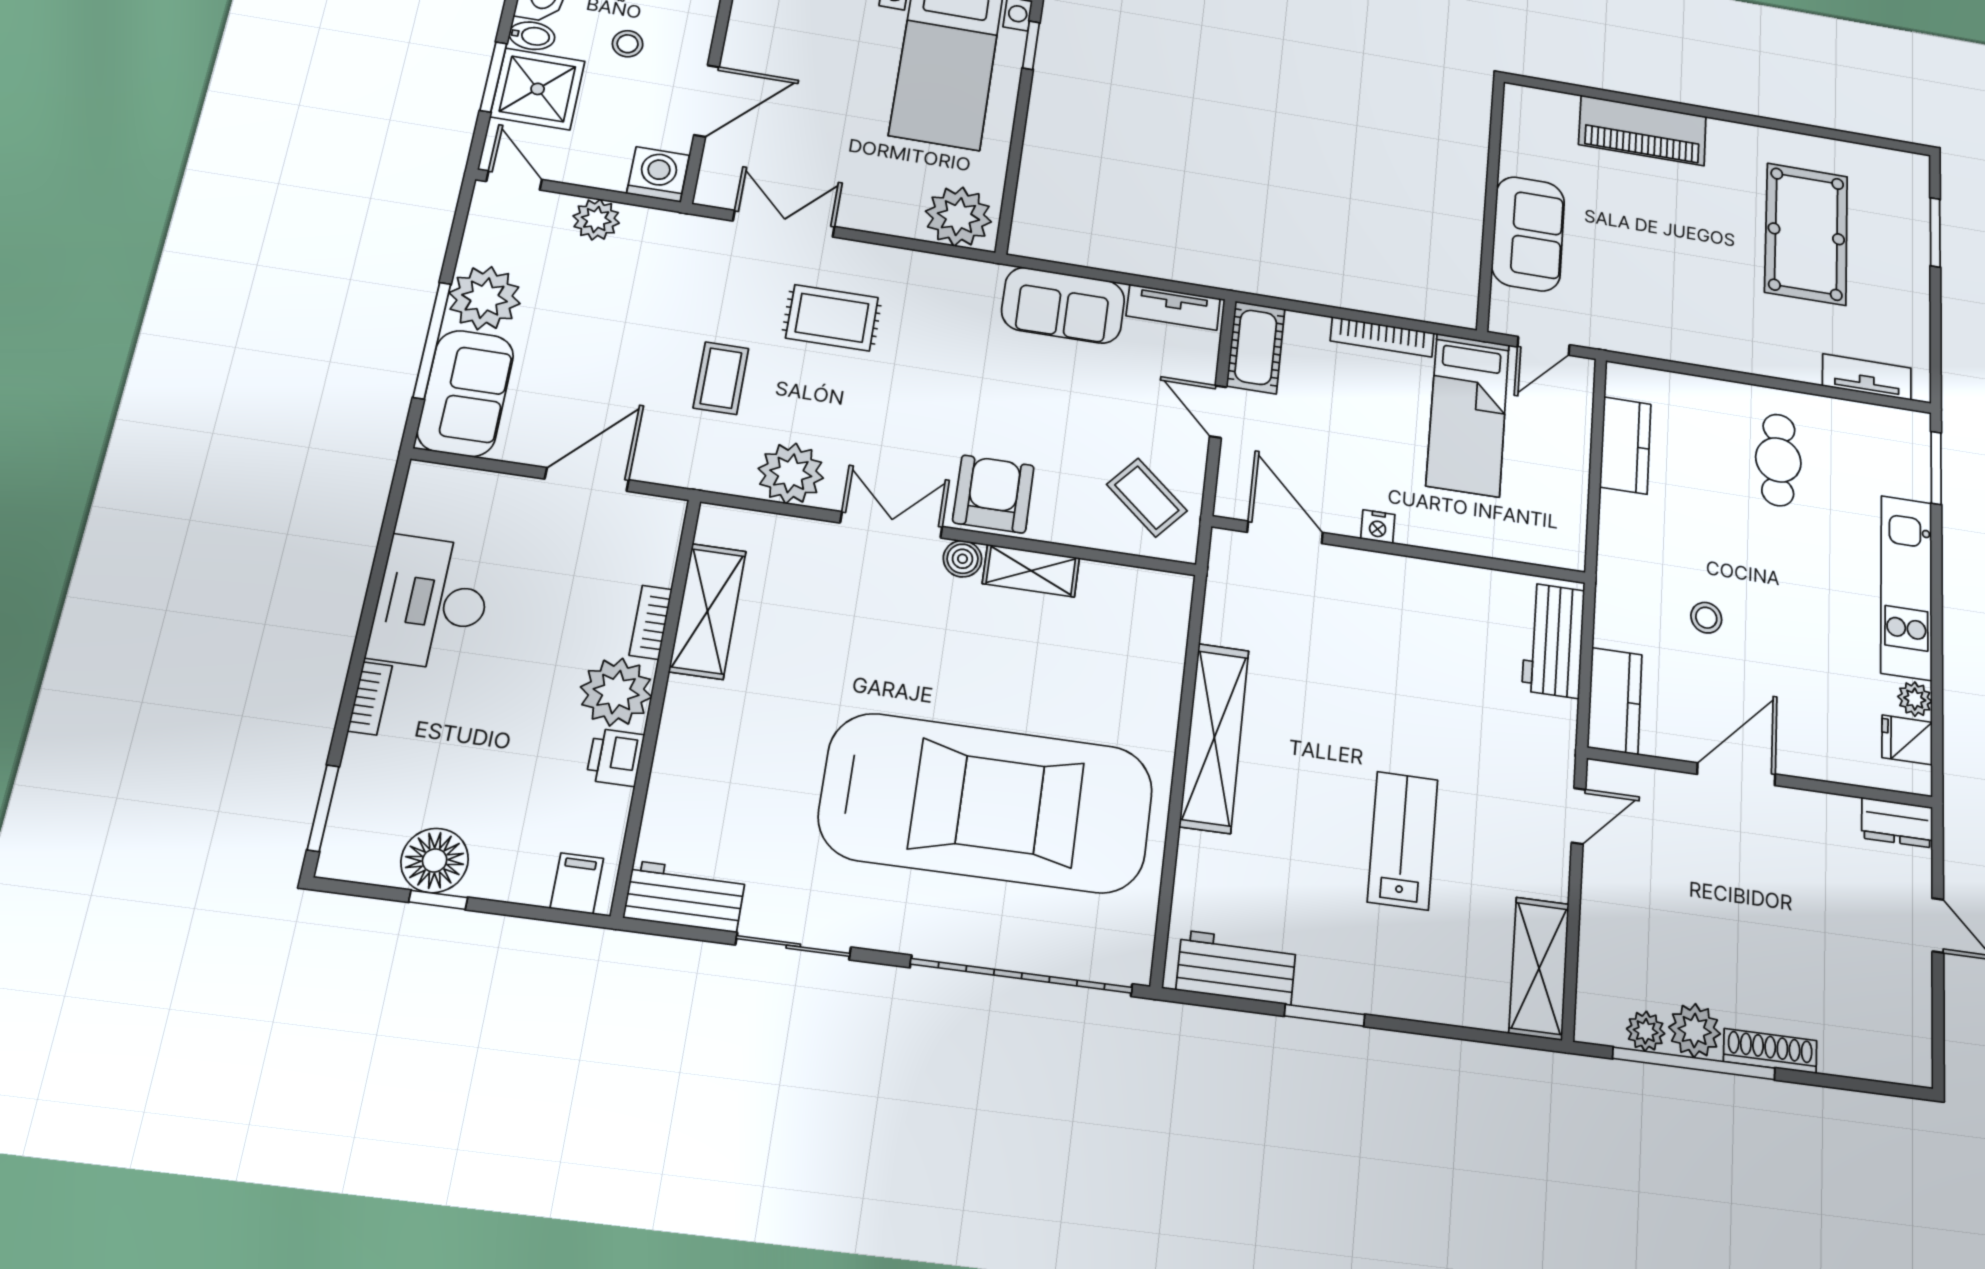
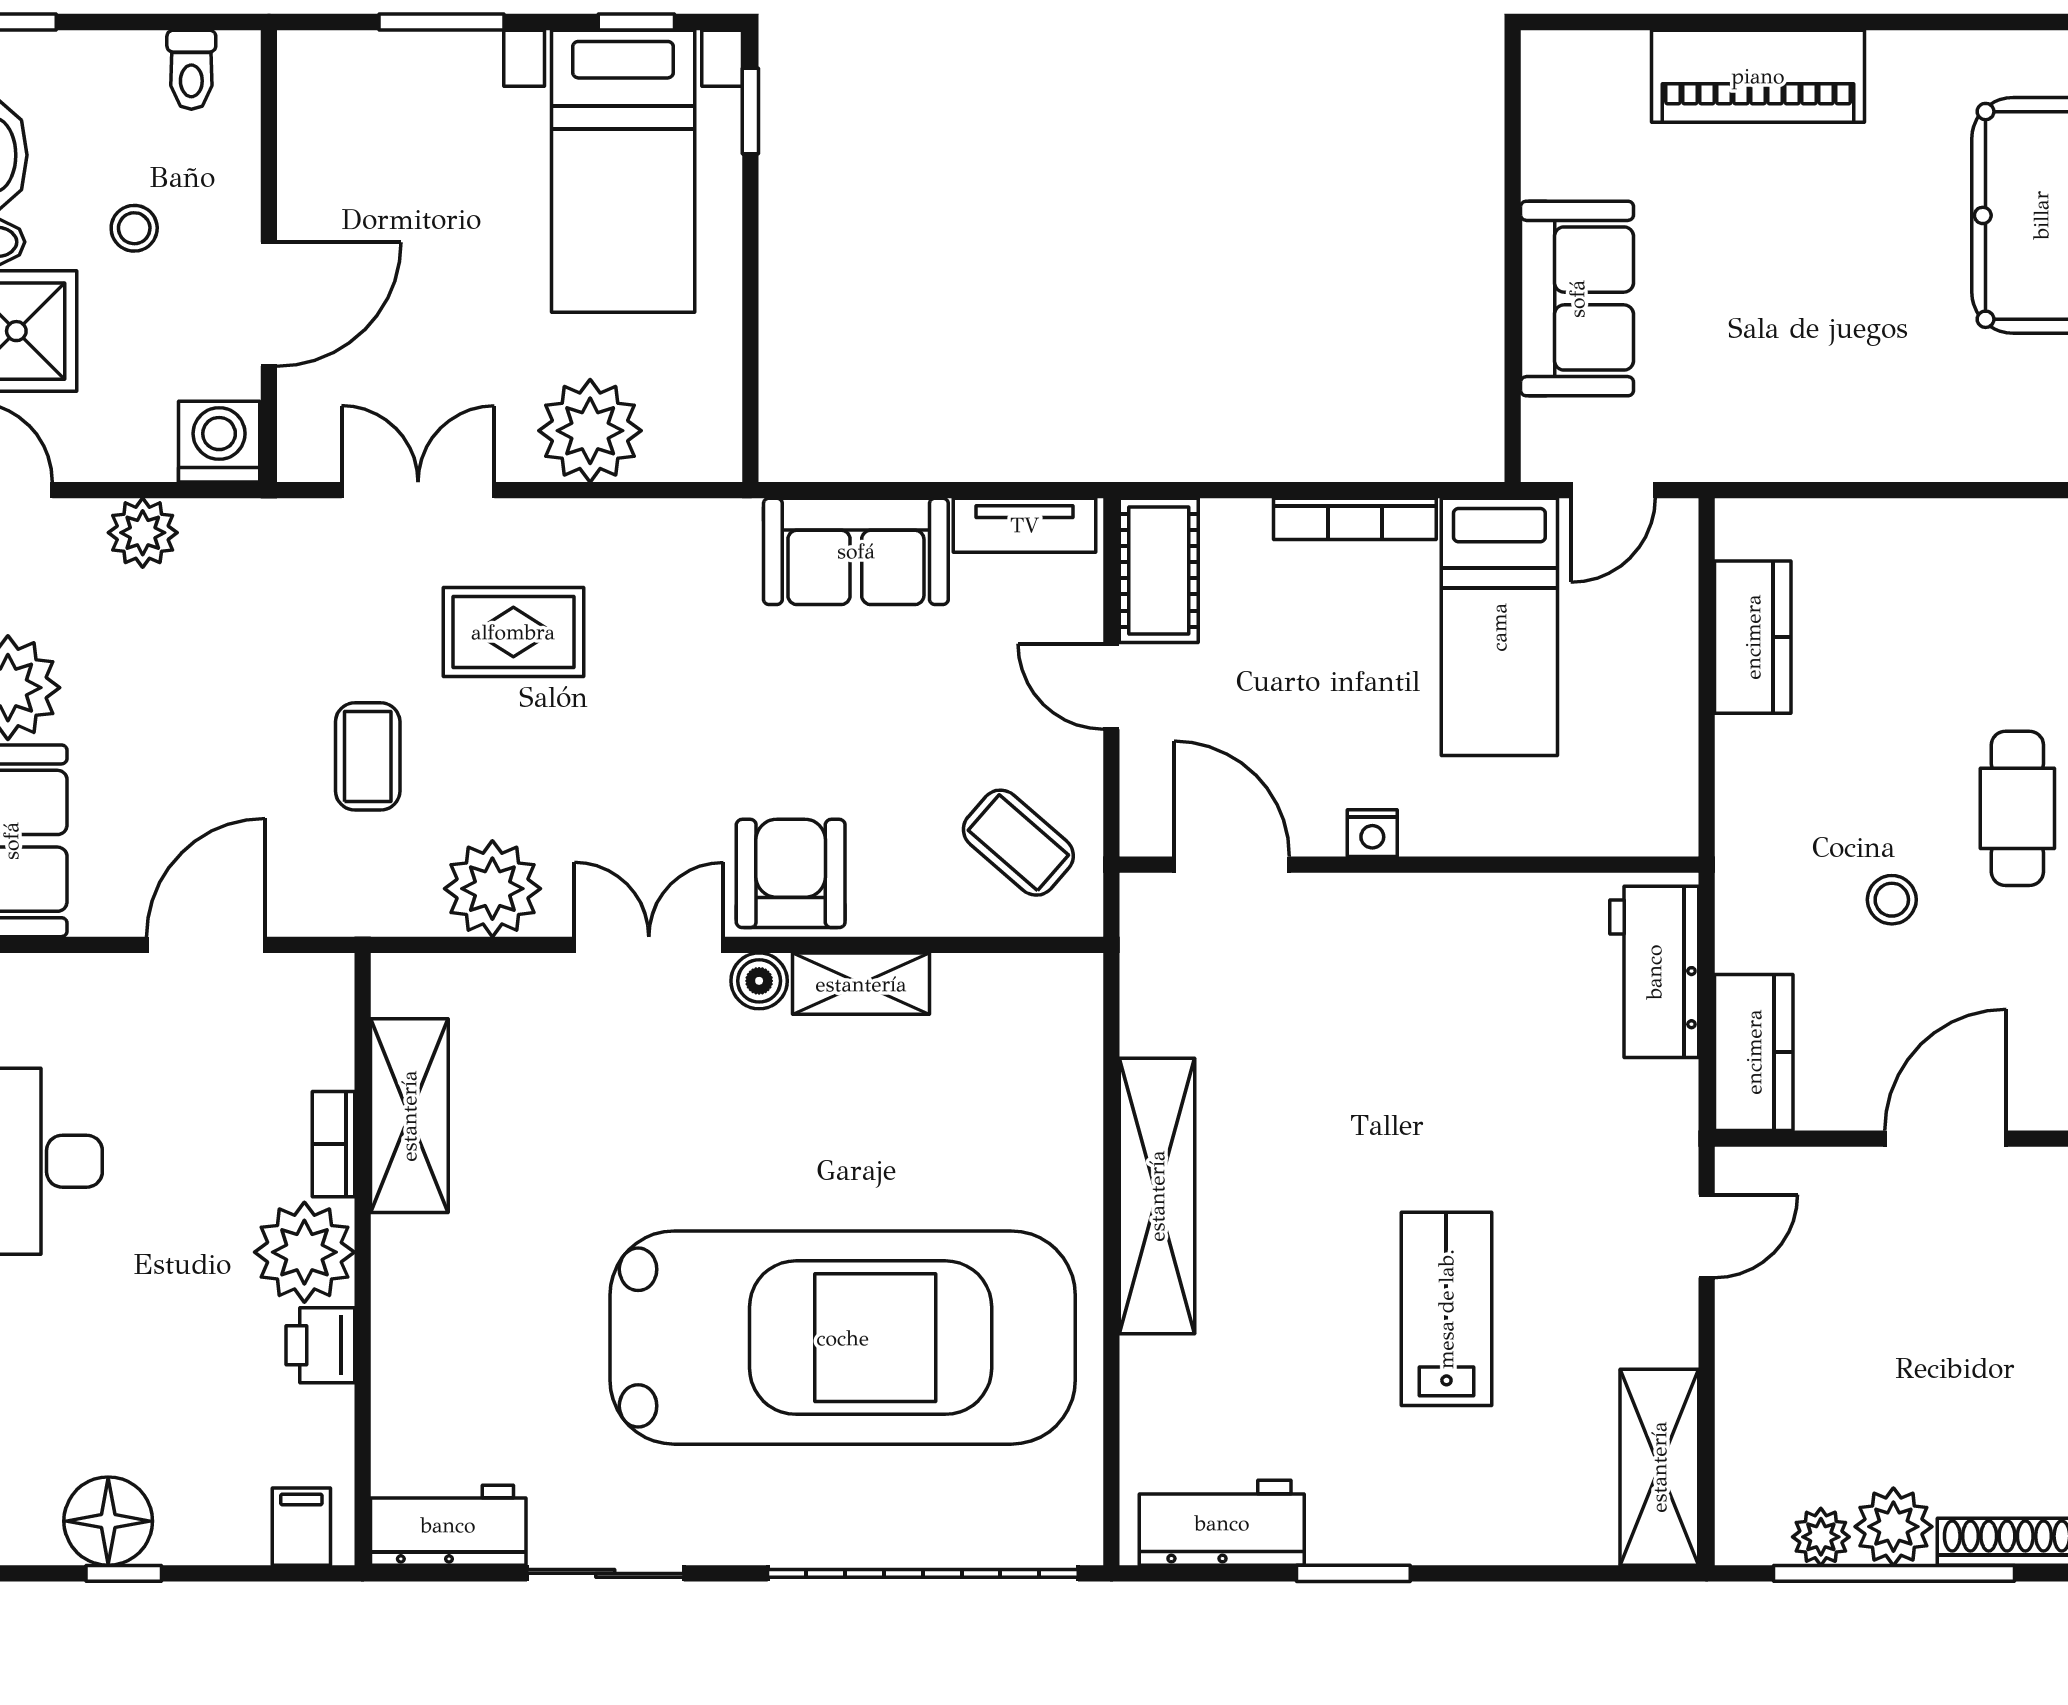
plant: (958, 217) -> (590, 431), moved
cafe table: (1778, 460) -> (2017, 808), moved

